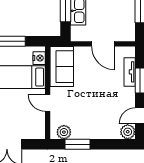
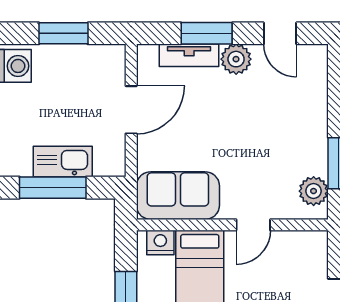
plant: (128, 132) -> (236, 59), moved

